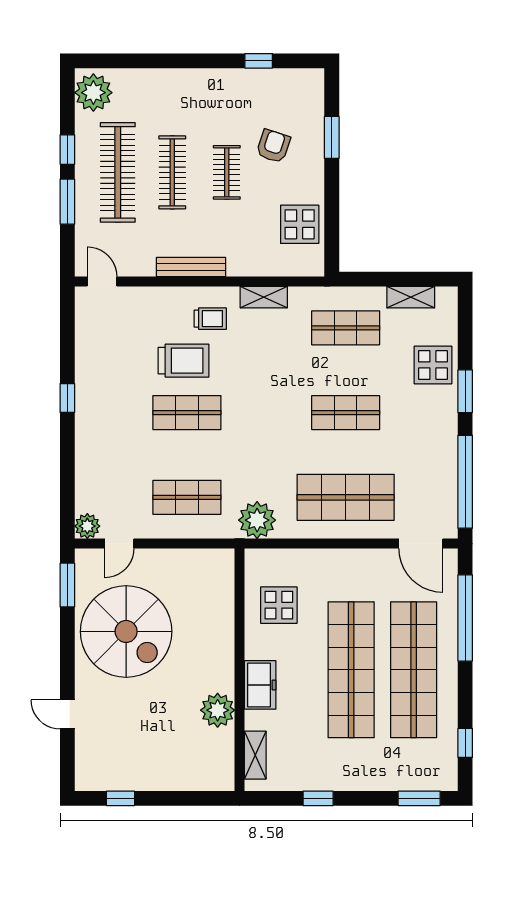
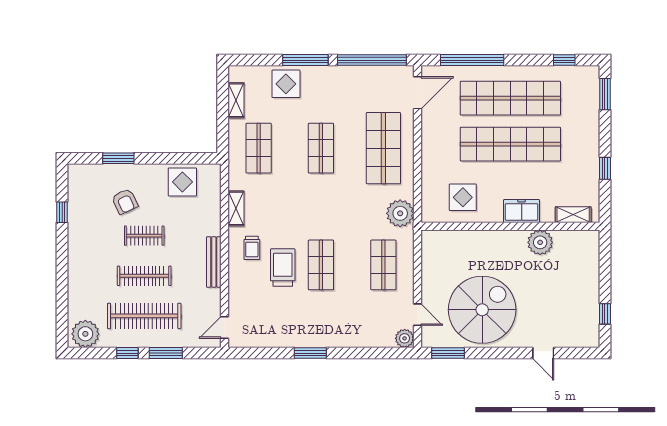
armchair: (273, 146) -> (125, 201), turned -133
trolley: (210, 319) -> (252, 248), turned 180
window: (465, 391) -> (305, 60), width x1.44
window: (67, 398) -> (310, 353), width x1.50
door: (67, 714) -> (543, 353), hinge flipped

